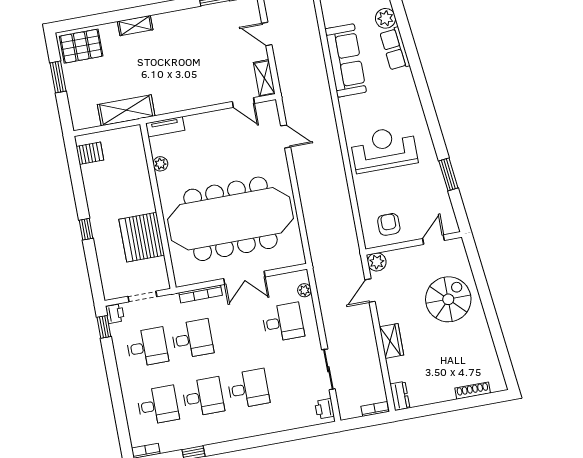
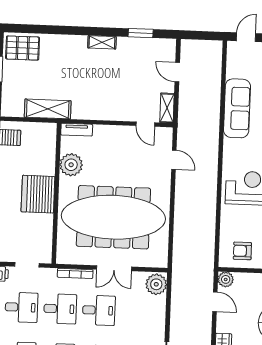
shelving: (135, 26) -> (102, 42), moved
plant: (160, 164) -> (71, 165), width x1.87, depth x1.87
armchair: (389, 224) -> (242, 251), turned -90
server rack: (142, 237) -> (38, 194), moved
plant: (304, 290) -> (156, 284), width x1.87, depth x1.87
door: (370, 291) -> (215, 302), swing flipped
desk: (283, 322) -> (99, 310), moved

